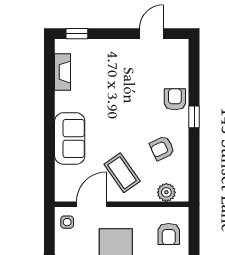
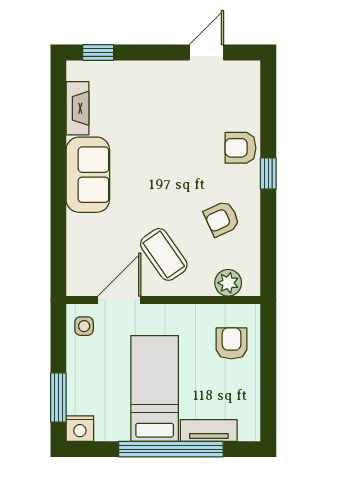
armchair: (175, 99) -> (240, 148), turned -90
sofa: (70, 138) -> (88, 175), moved
armchair: (169, 234) -> (232, 343), turned 180

